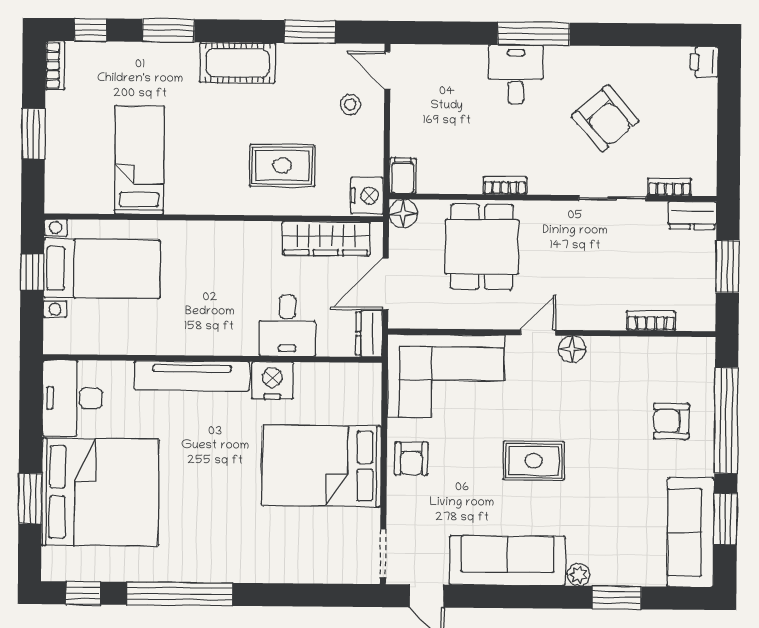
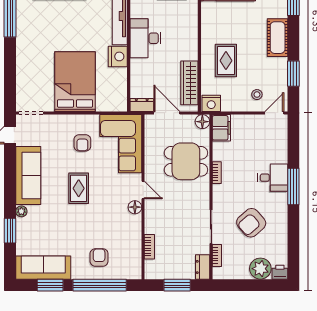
plant: (696, 101) -> (260, 269), added
filing cabinet: (403, 176) -> (221, 128), width x2.00
desk: (287, 326) -> (145, 38), moved, width x1.37
armchair: (411, 459) -> (82, 143), moved, turned -90

